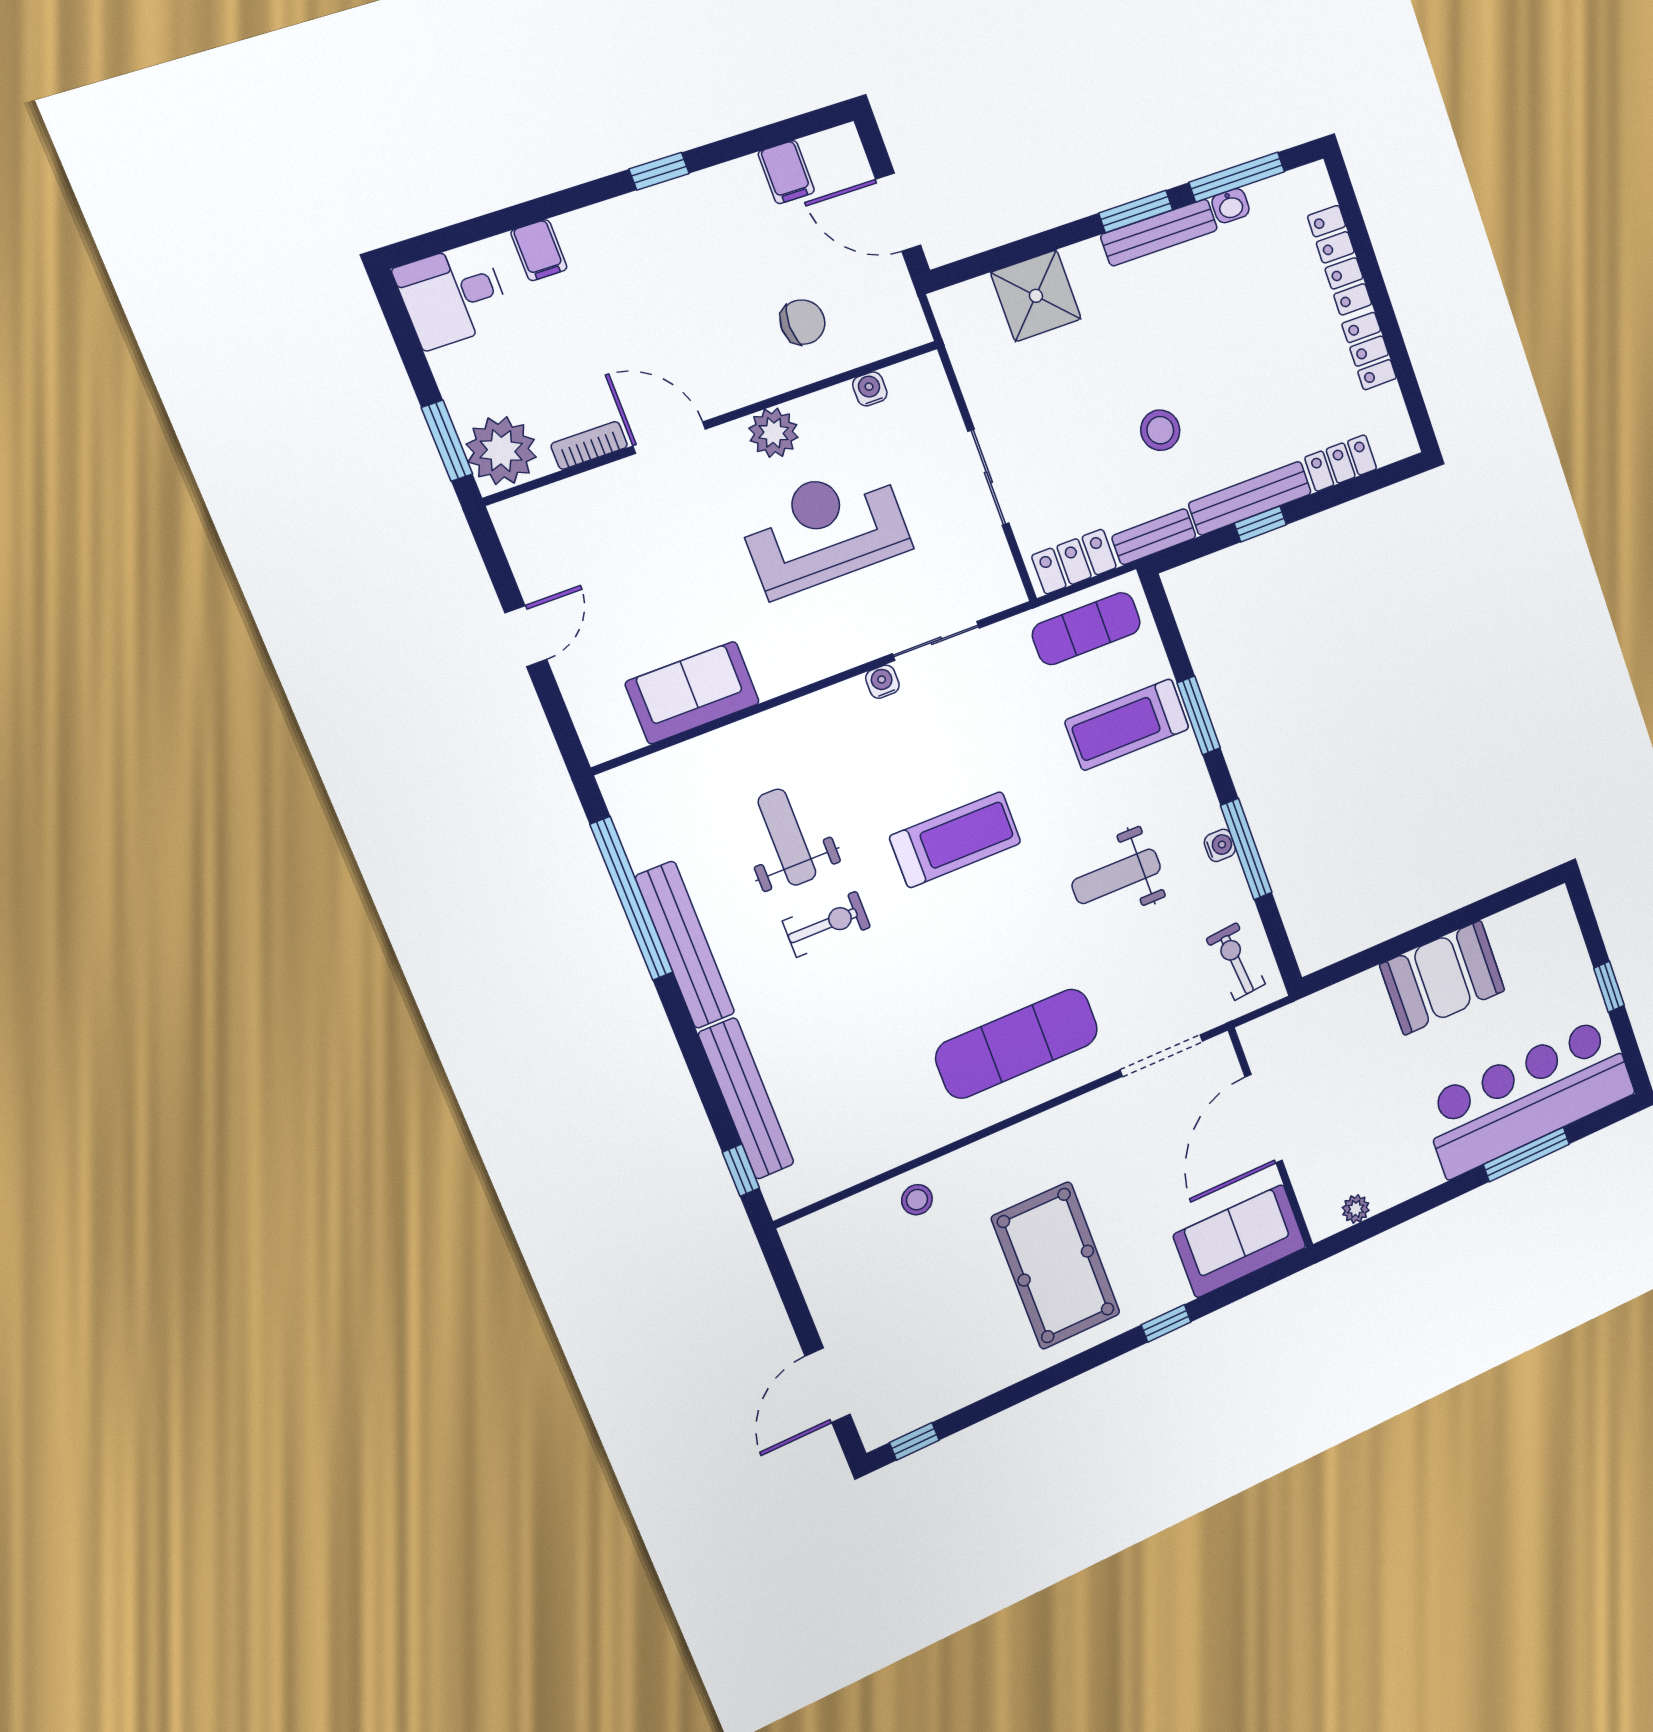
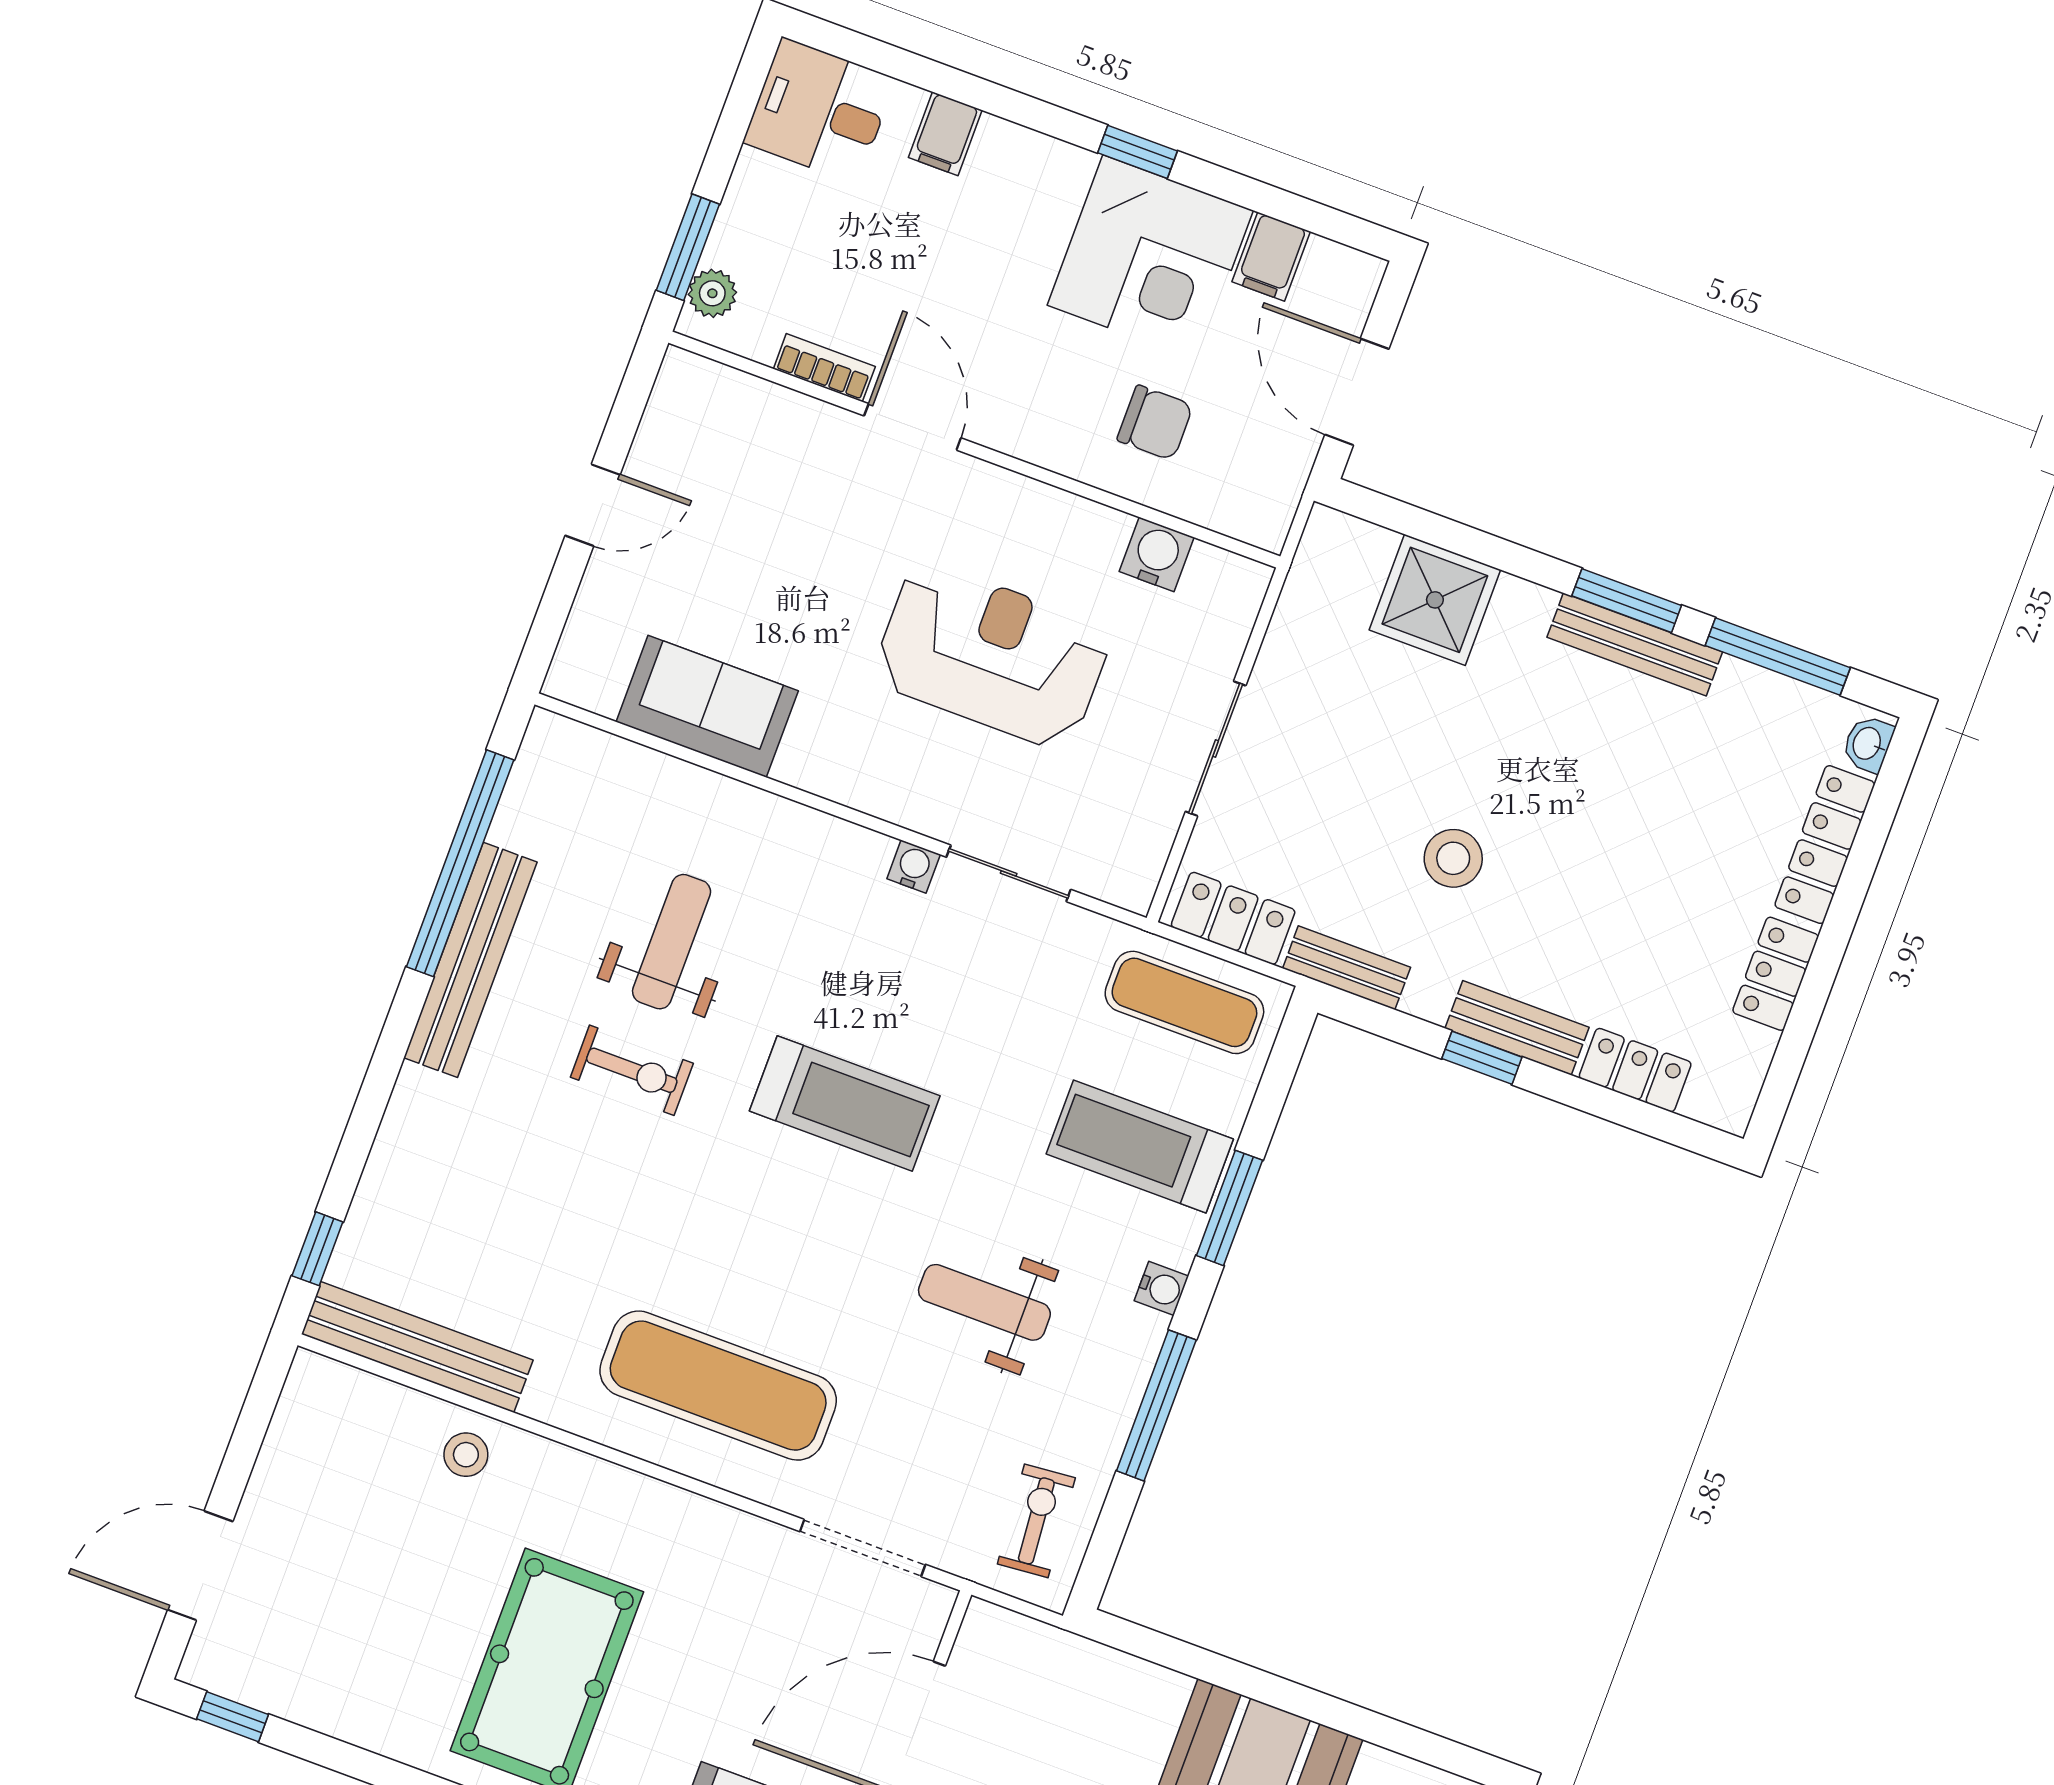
washbasin: (1231, 206) -> (1868, 744), moved, turned 90
corner desk: (719, 228) -> (1150, 258), added
water cooler: (870, 389) -> (1157, 554), width x1.38, depth x1.38
plant: (774, 433) -> (1025, 511), removed
plant: (501, 451) -> (712, 293), width x0.53, depth x0.53
bench: (1250, 498) -> (1517, 1028), width x0.73
water cooler: (1220, 845) -> (1161, 1288), moved
bench: (746, 1099) -> (417, 1347), moved, turned 90

